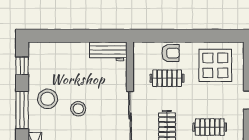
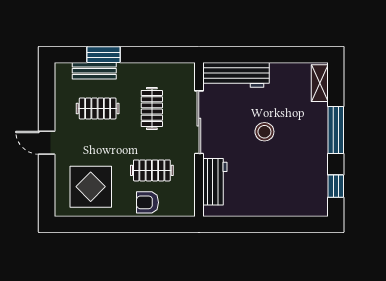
workbench: (108, 51) -> (215, 182), moved, turned 90
stool: (48, 99) -> (303, 144), removed

